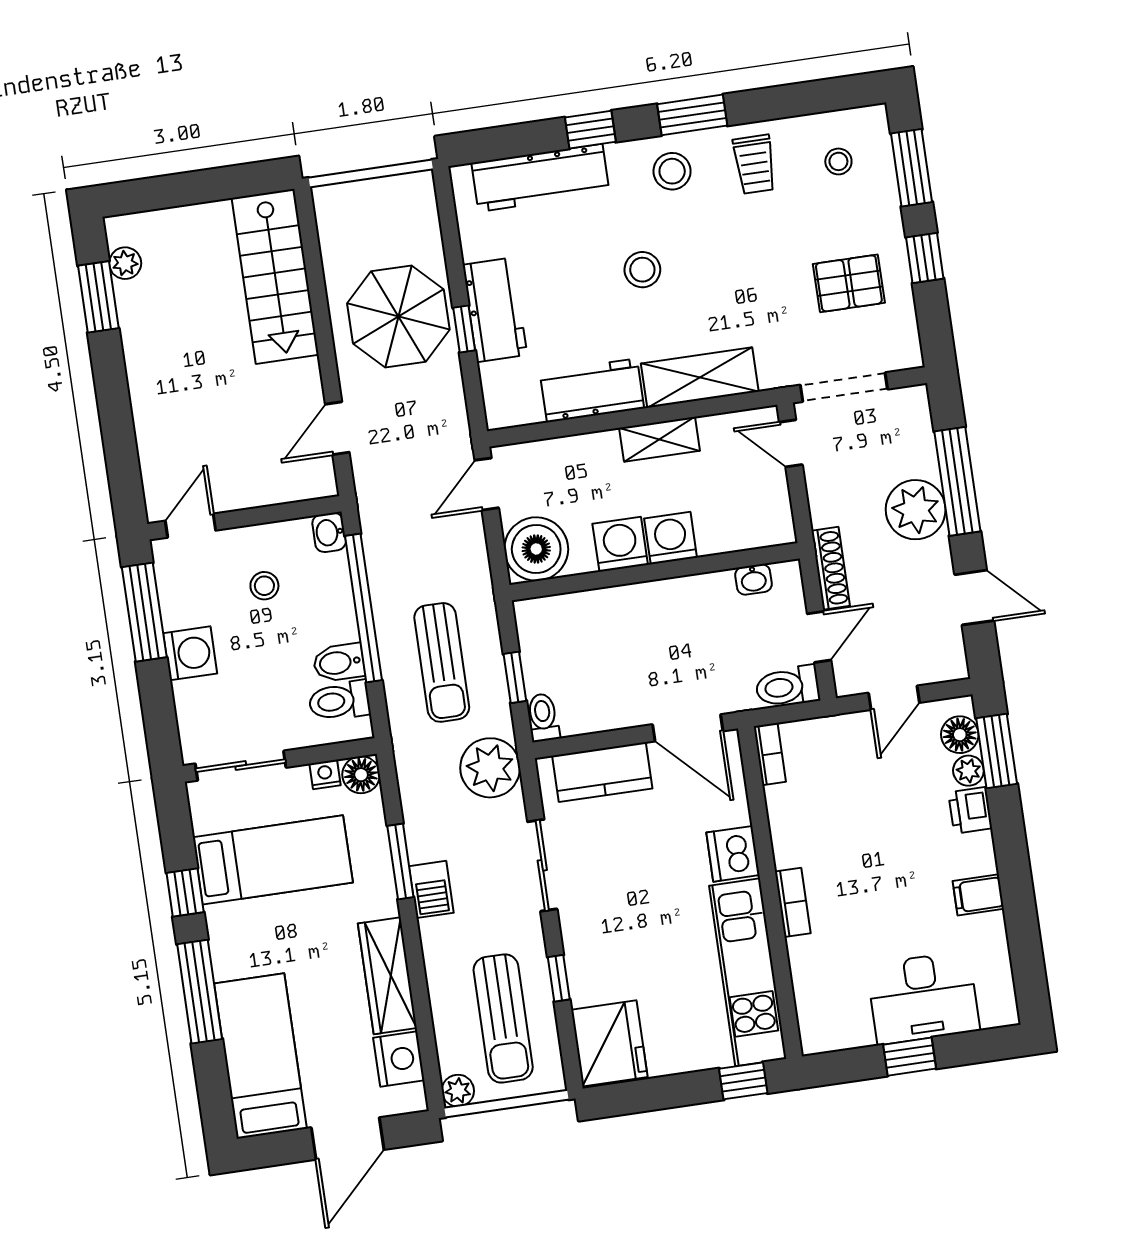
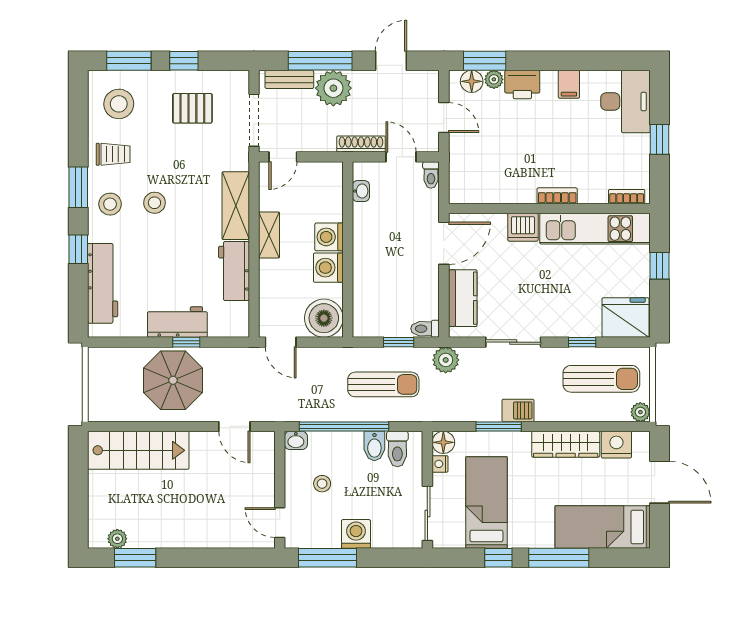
stool: (838, 161) -> (119, 104), width x1.89, depth x1.89
stool: (642, 270) -> (154, 203), moved
pallet: (849, 283) -> (192, 108), turned 90
bench: (919, 435) -> (289, 79), added
toilet: (787, 687) -> (431, 175), width x0.73, depth x0.72
bookcase: (770, 754) -> (627, 197), moved
plant: (490, 768) -> (446, 360), width x0.73, depth x0.73
printer: (970, 810) -> (522, 85), width x1.36, depth x1.24
desk: (923, 998) -> (625, 101), moved
window: (743, 1081) -> (659, 266), moved

